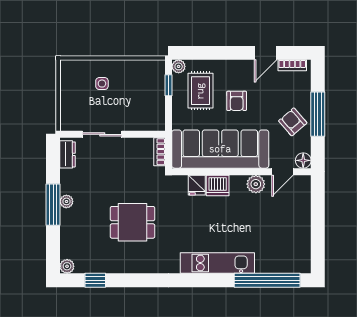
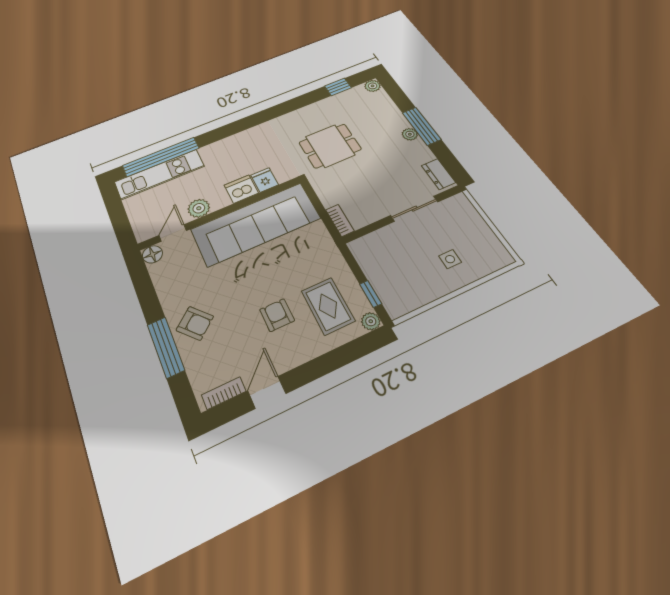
sofa: (220, 149) -> (256, 224), moved
floor lamp: (303, 160) -> (152, 254), moved
wall: (241, 172) -> (221, 213), moved
door: (283, 172) -> (173, 233), moved
plant: (256, 184) -> (199, 208), moved
fridge: (197, 185) -> (265, 180), moved
dishwasher: (218, 185) -> (241, 189), moved
kitchen unit: (217, 263) -> (160, 174), moved

